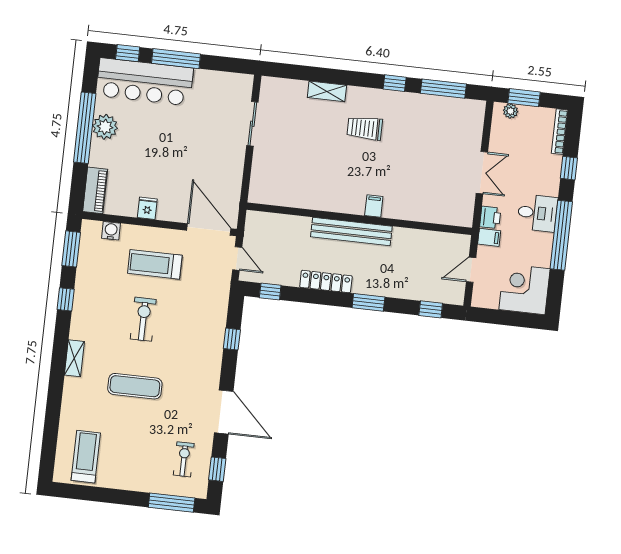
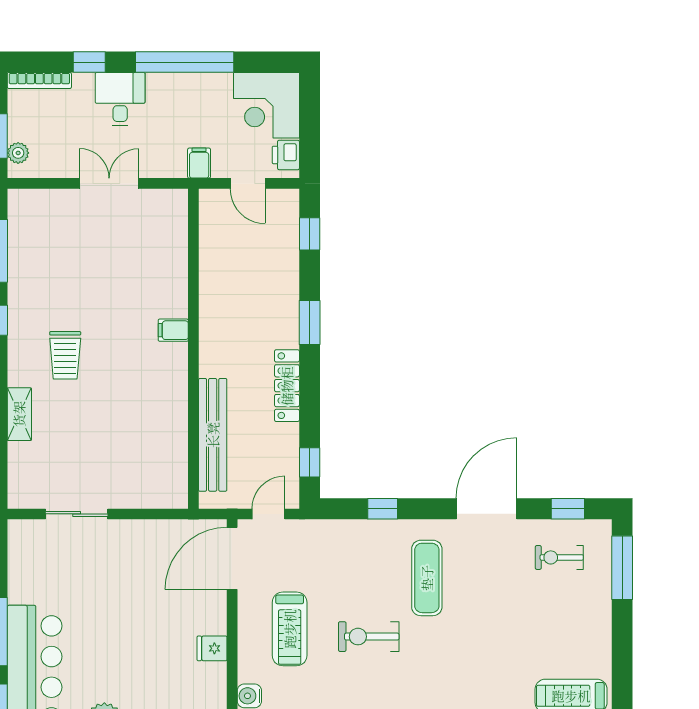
desk: (537, 213) -> (120, 99), moved
printer: (490, 217) -> (286, 155), moved, turned -90
bench: (351, 232) -> (213, 435), moved
exercise mat: (135, 386) -> (427, 578), moved

